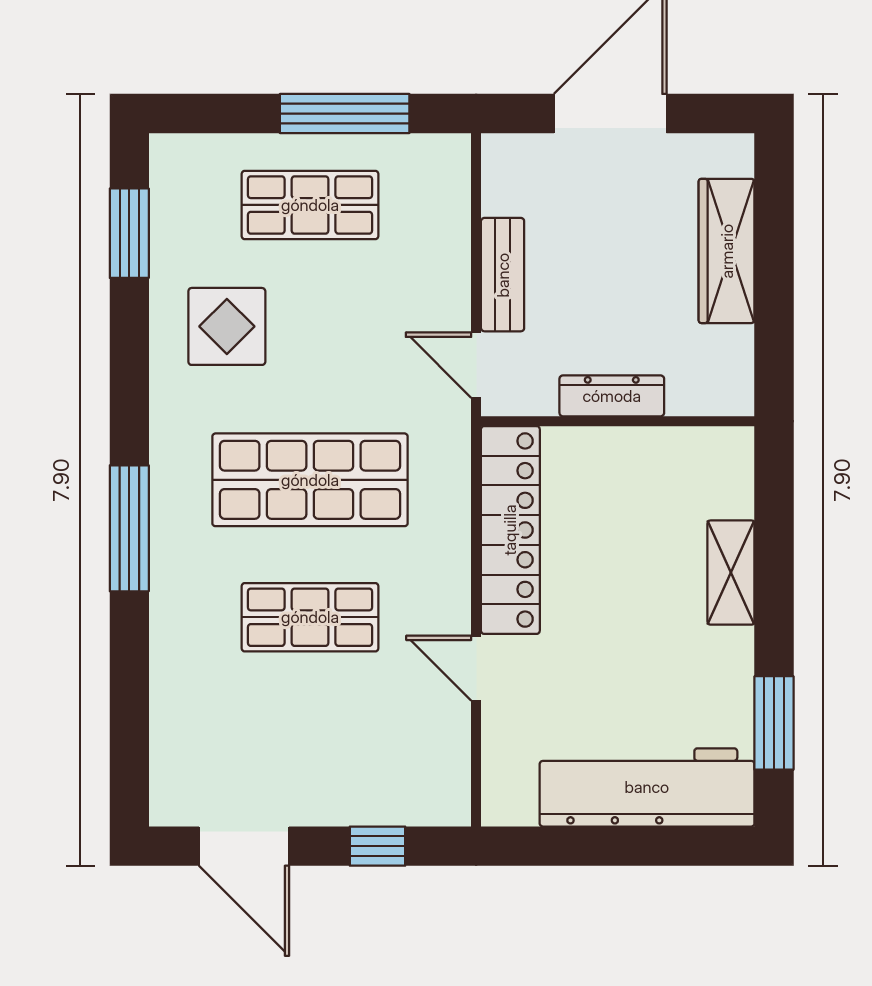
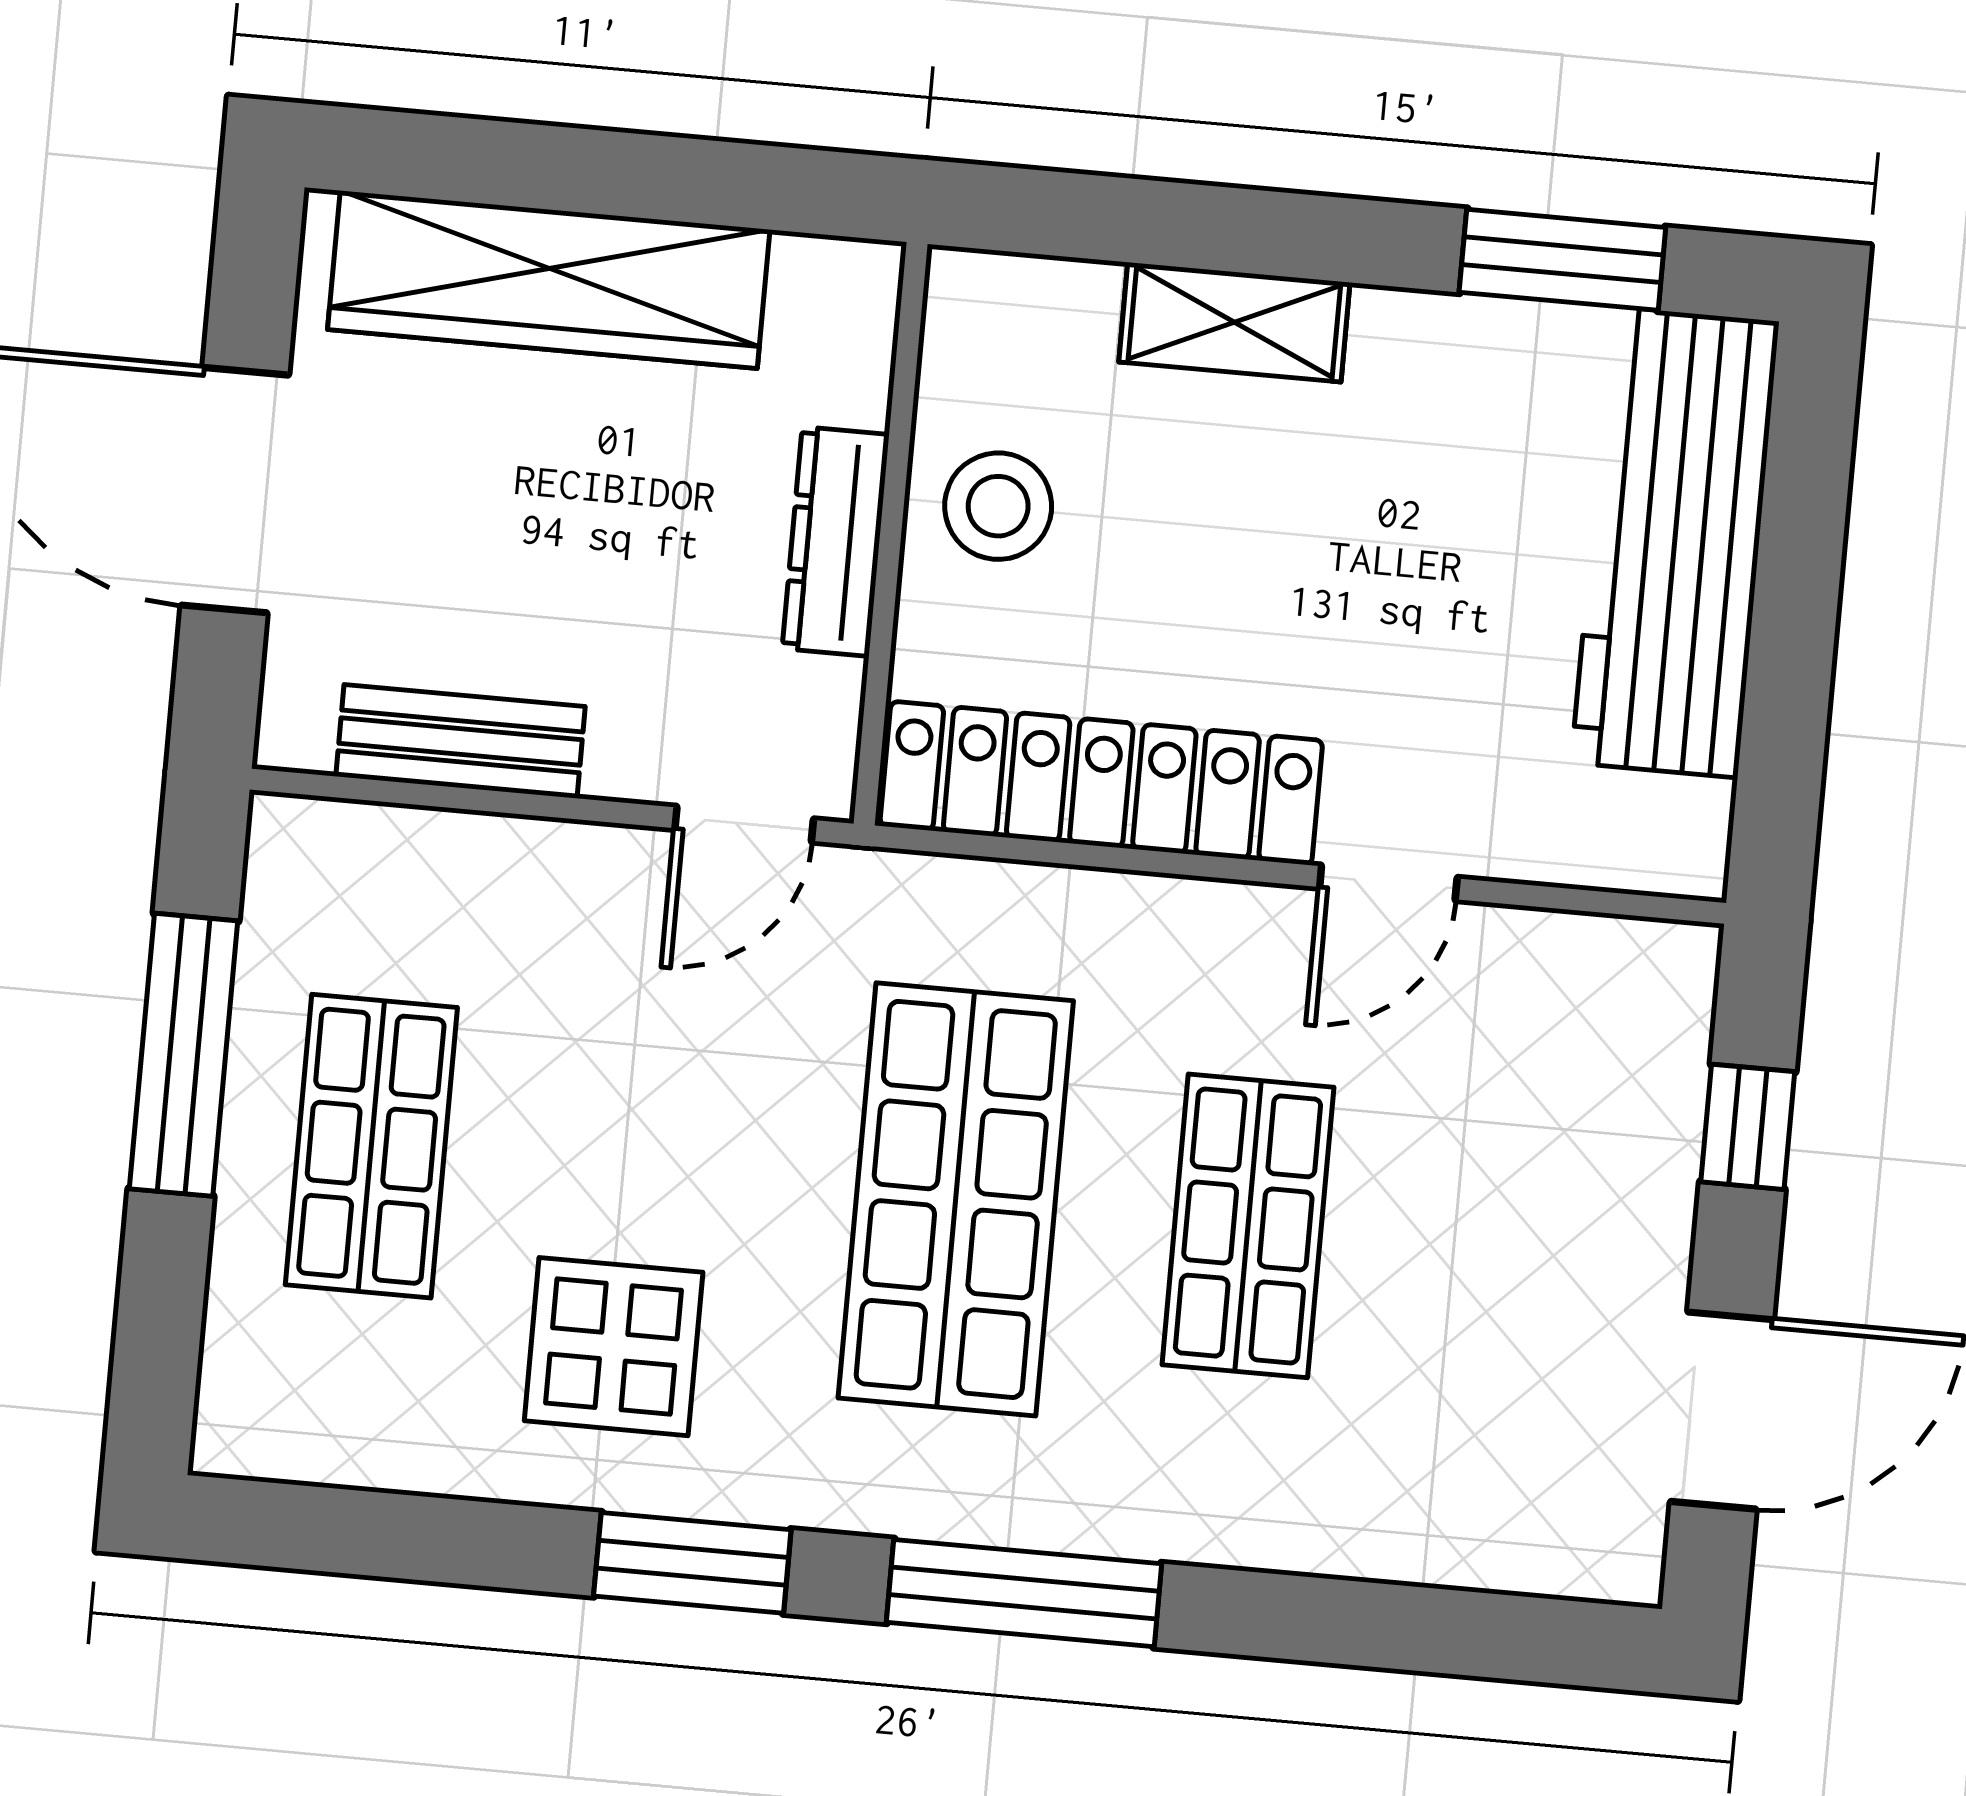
window: (129, 233) -> (692, 1563), moved
wardrobe: (727, 251) -> (549, 280), width x1.40, depth x1.17
bench: (503, 275) -> (460, 741), moved
stool: (635, 470) -> (998, 506), added

